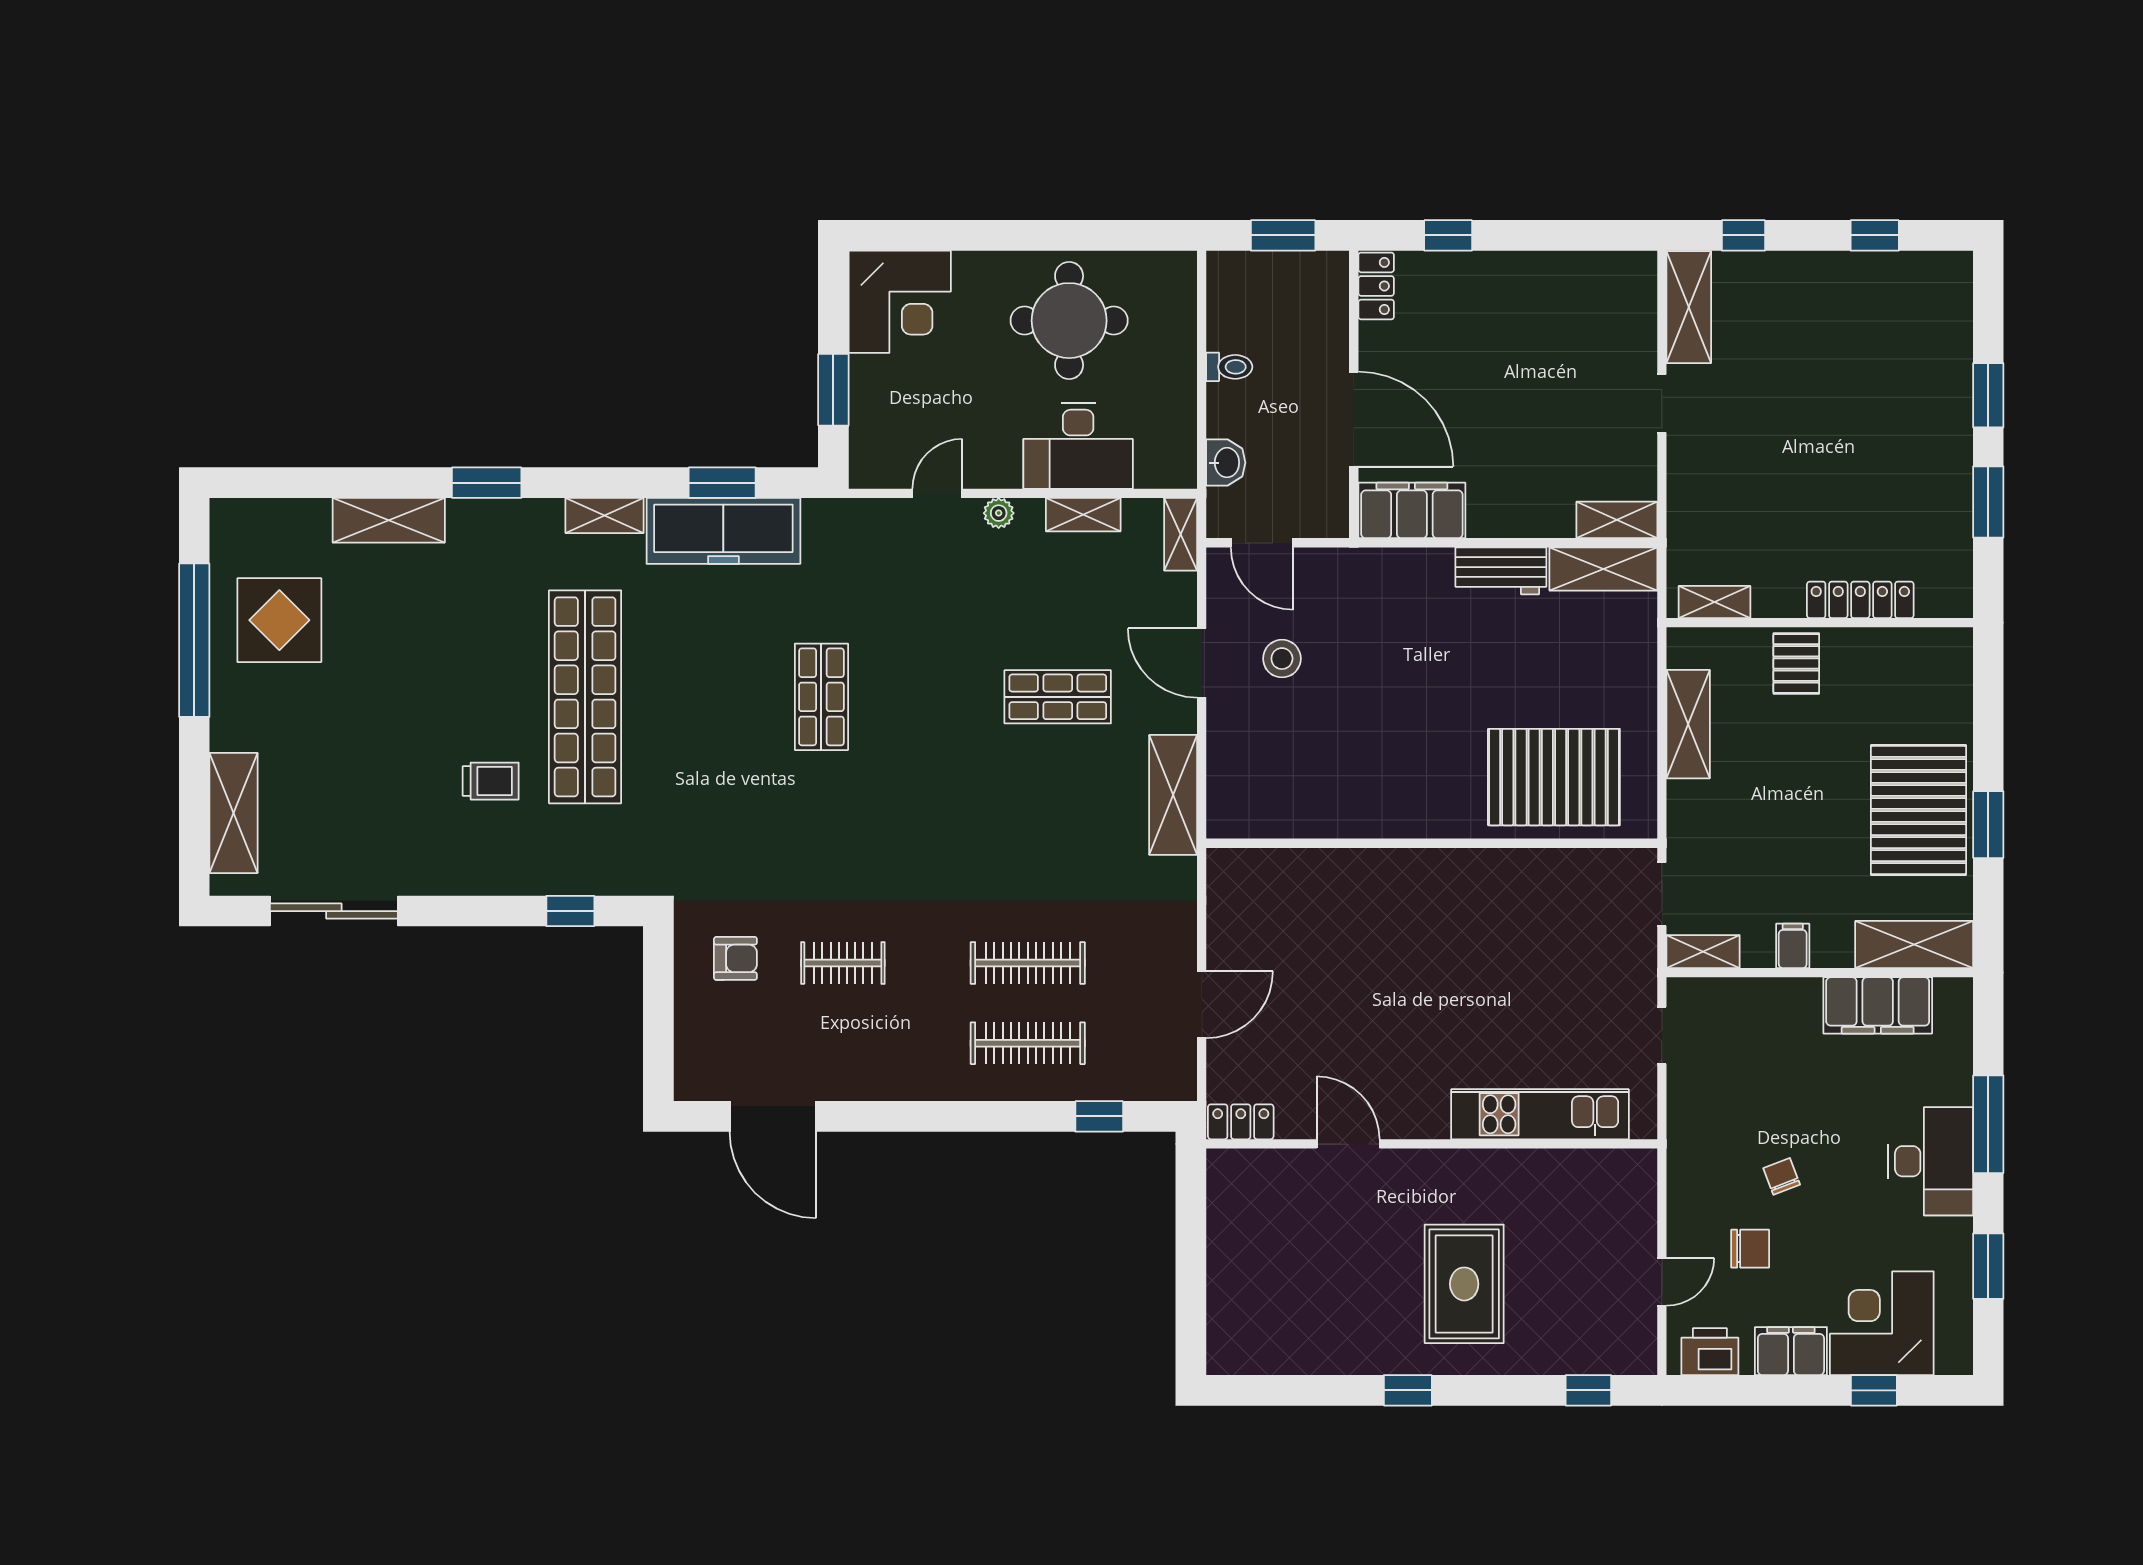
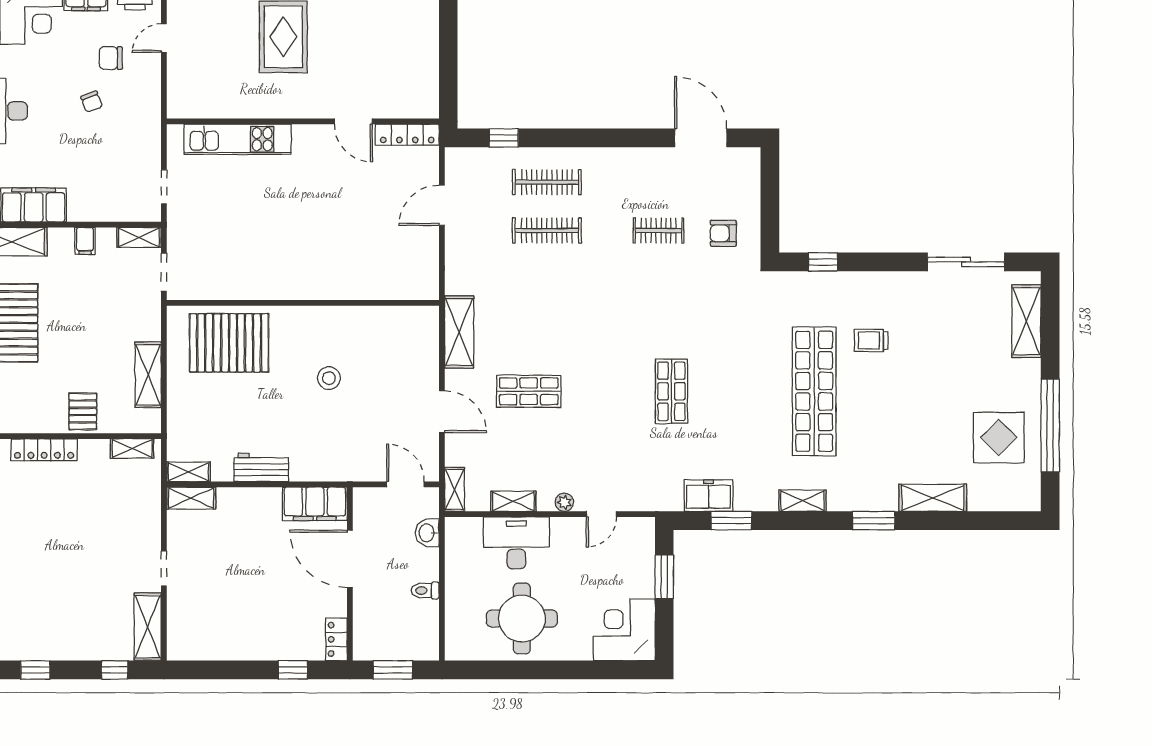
freezer: (723, 531) -> (708, 496), width x0.52, depth x0.79
shelving: (1603, 569) -> (188, 472), width x0.67, depth x0.75
stool: (1282, 659) -> (329, 378), moved
locker: (1241, 1122) -> (407, 135), width x1.53

